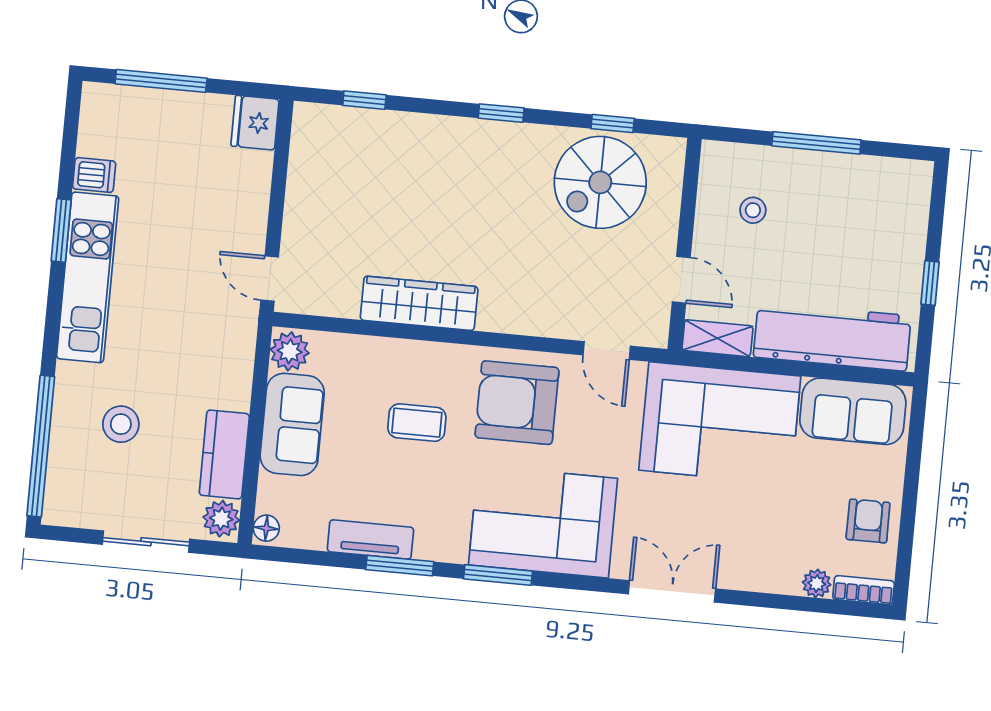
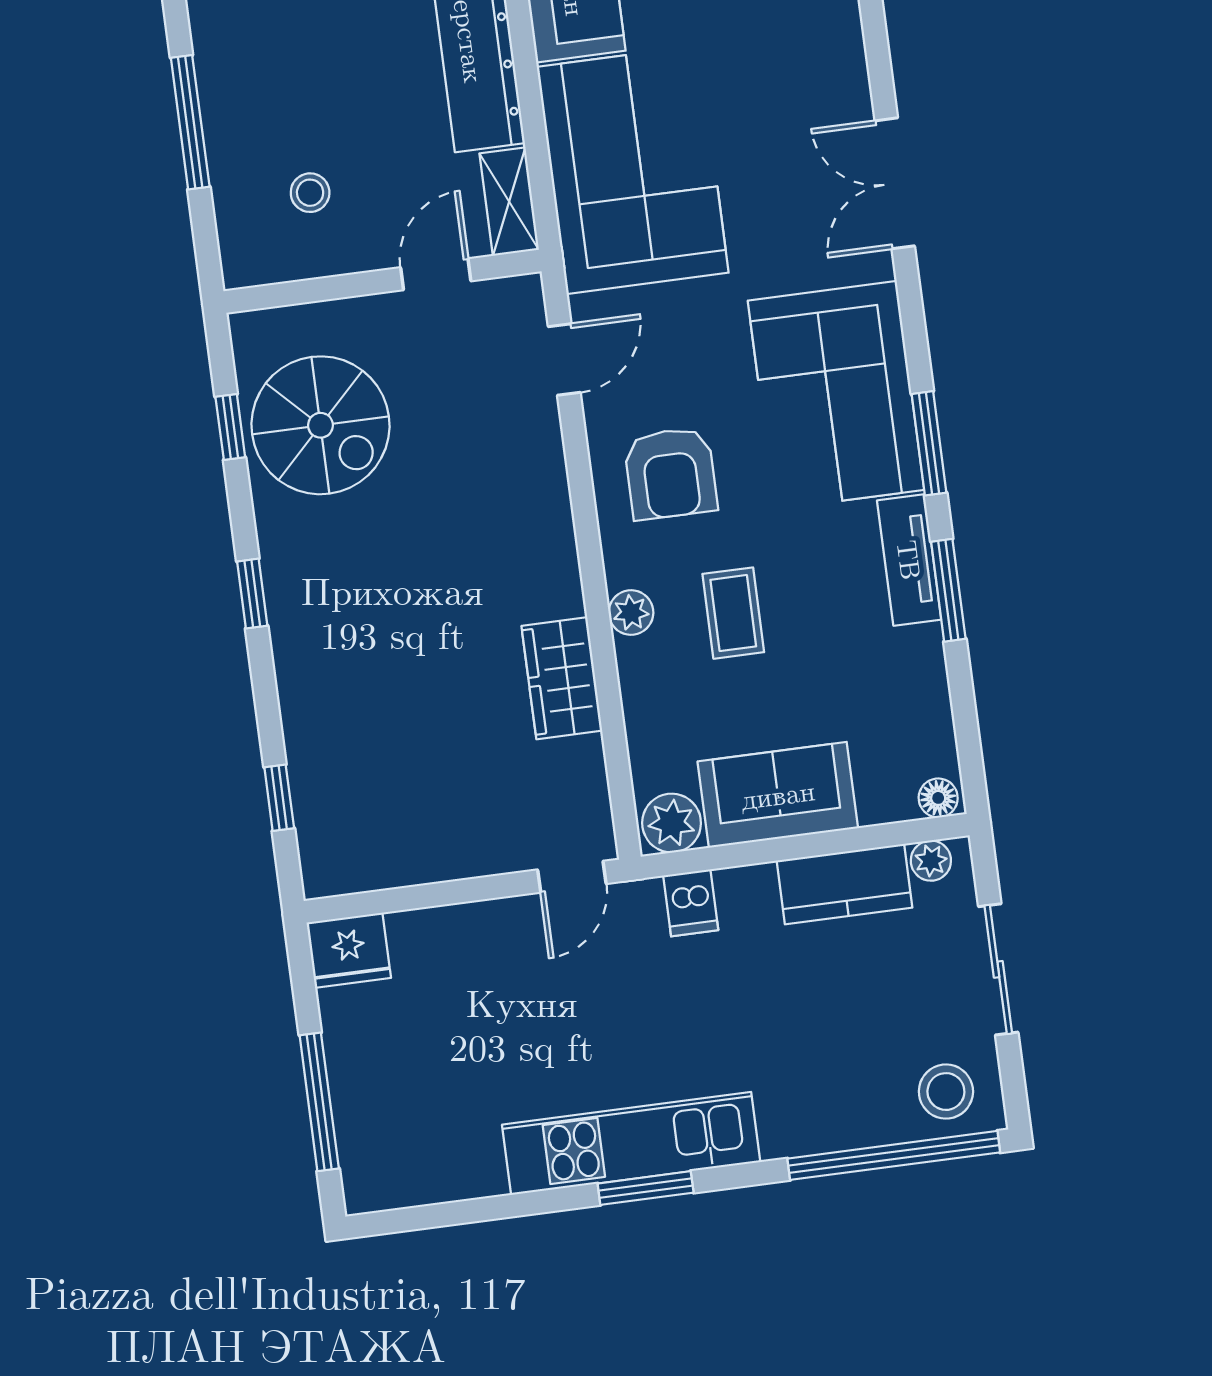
dishwasher: (94, 175) -> (691, 903), moved, turned 180
window: (61, 230) -> (646, 1188), moved
wardrobe: (419, 303) -> (562, 678), width x0.67
plant: (432, 356) -> (631, 613), added
armchair: (517, 403) -> (671, 473), width x0.73, depth x0.73
stool: (121, 424) -> (946, 1092), moved
plant: (221, 519) -> (931, 861), width x0.73, depth x0.73
tv unit: (370, 540) -> (909, 560), moved

